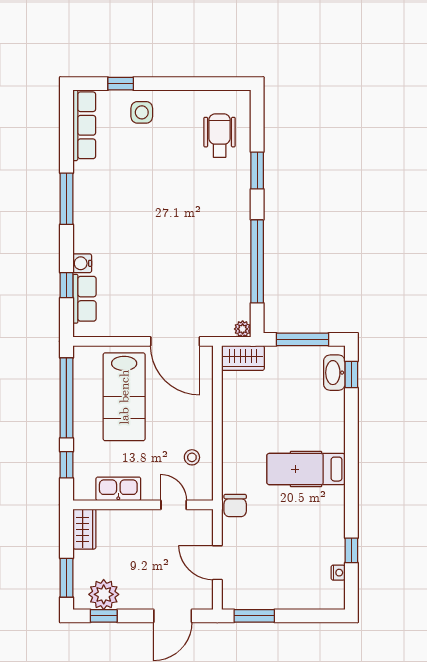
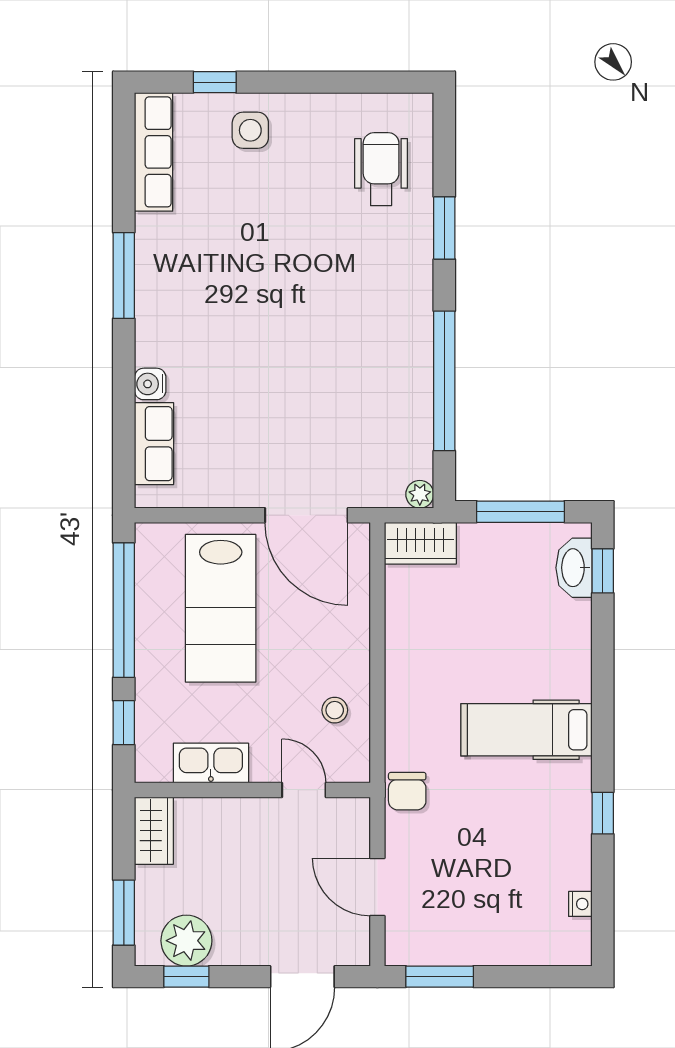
window: (66, 285) -> (124, 421), removed
window: (351, 550) -> (603, 813), moved

